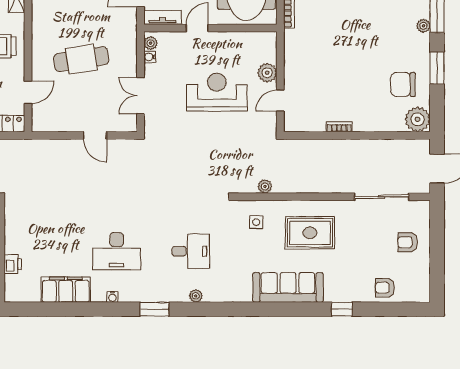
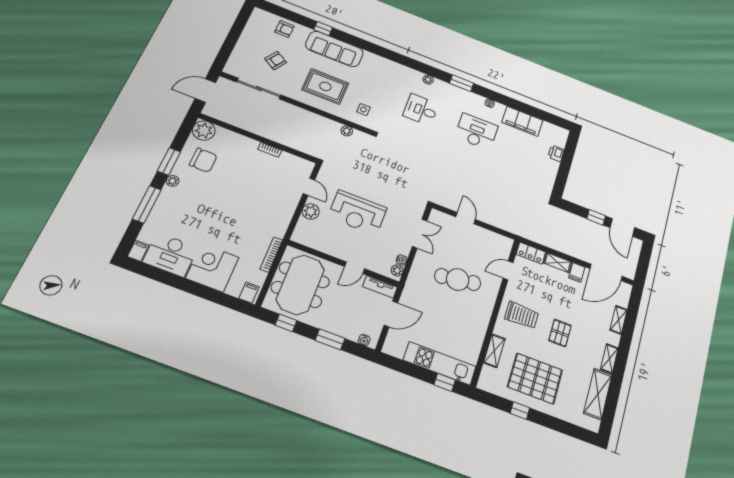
plant: (423, 26) -> (173, 181), moved
door: (280, 101) -> (309, 187), hinge flipped
armchair: (408, 242) -> (276, 61), moved, turned -58
sofa: (288, 287) -> (334, 49), moved

